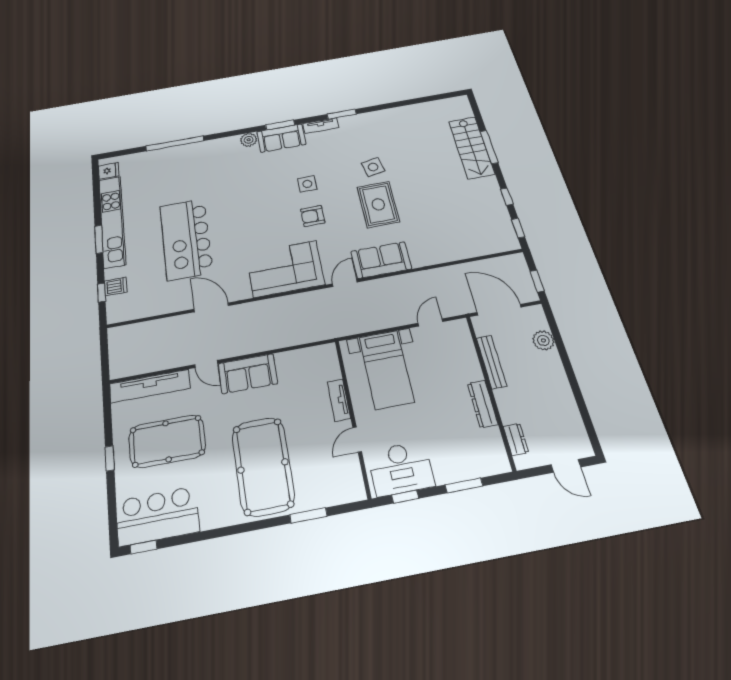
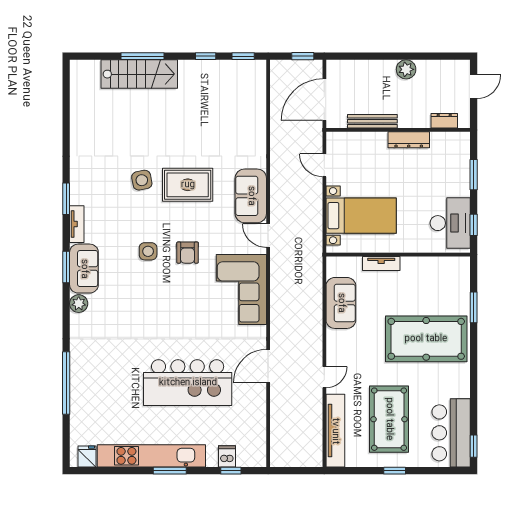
plant: (543, 340) -> (406, 69), moved
sofa: (248, 374) -> (341, 303), moved
door: (357, 440) -> (419, 255), removed

